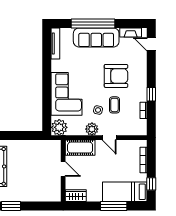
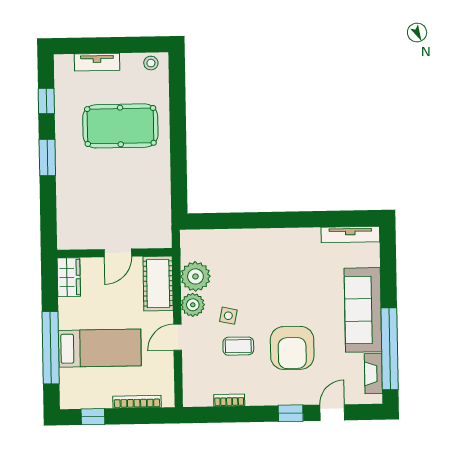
window: (93, 23) -> (390, 349), moved
door: (151, 44) -> (332, 413), moved
corner sofa: (67, 94) -> (257, 257), removed
window: (151, 94) -> (291, 413), moved
plant: (59, 127) -> (195, 276), moved
bed: (125, 192) -> (100, 348), moved, turned 90
window: (114, 206) -> (51, 348), width x1.46

